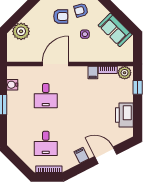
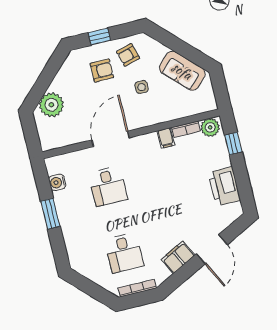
filing cabinet: (81, 155) -> (178, 257), width x2.00
door: (106, 155) -> (212, 249), swing flipped

